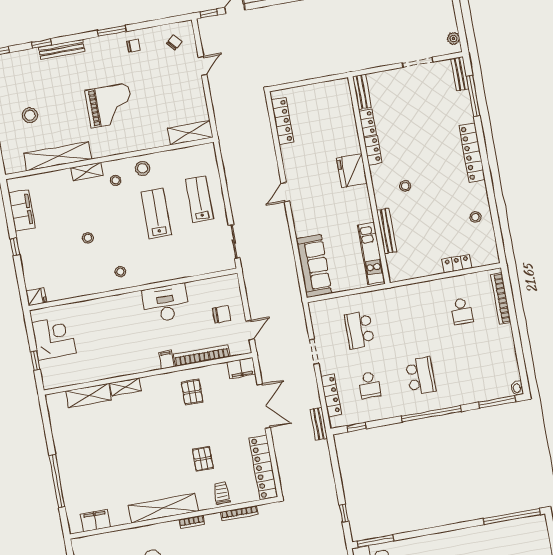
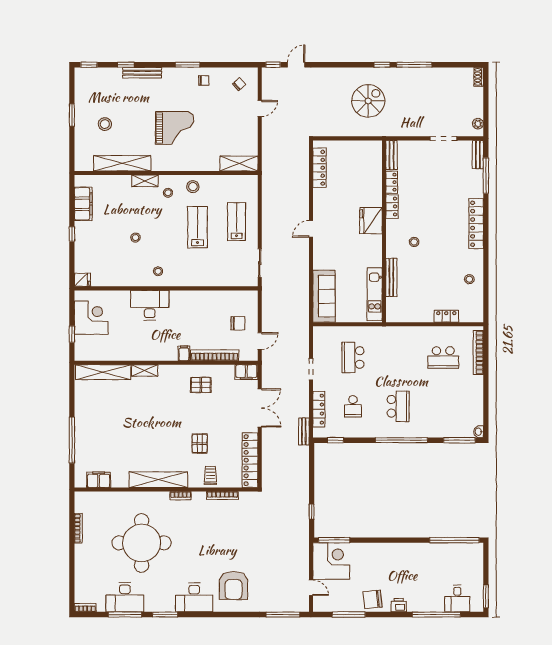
spiral stairs: (324, 35) -> (368, 101), added
desk: (166, 303) -> (150, 305), moved
school desk: (462, 311) -> (443, 358), width x1.85
pallet: (192, 392) -> (201, 385), turned 90
shelving: (88, 396) -> (103, 372), width x1.47

